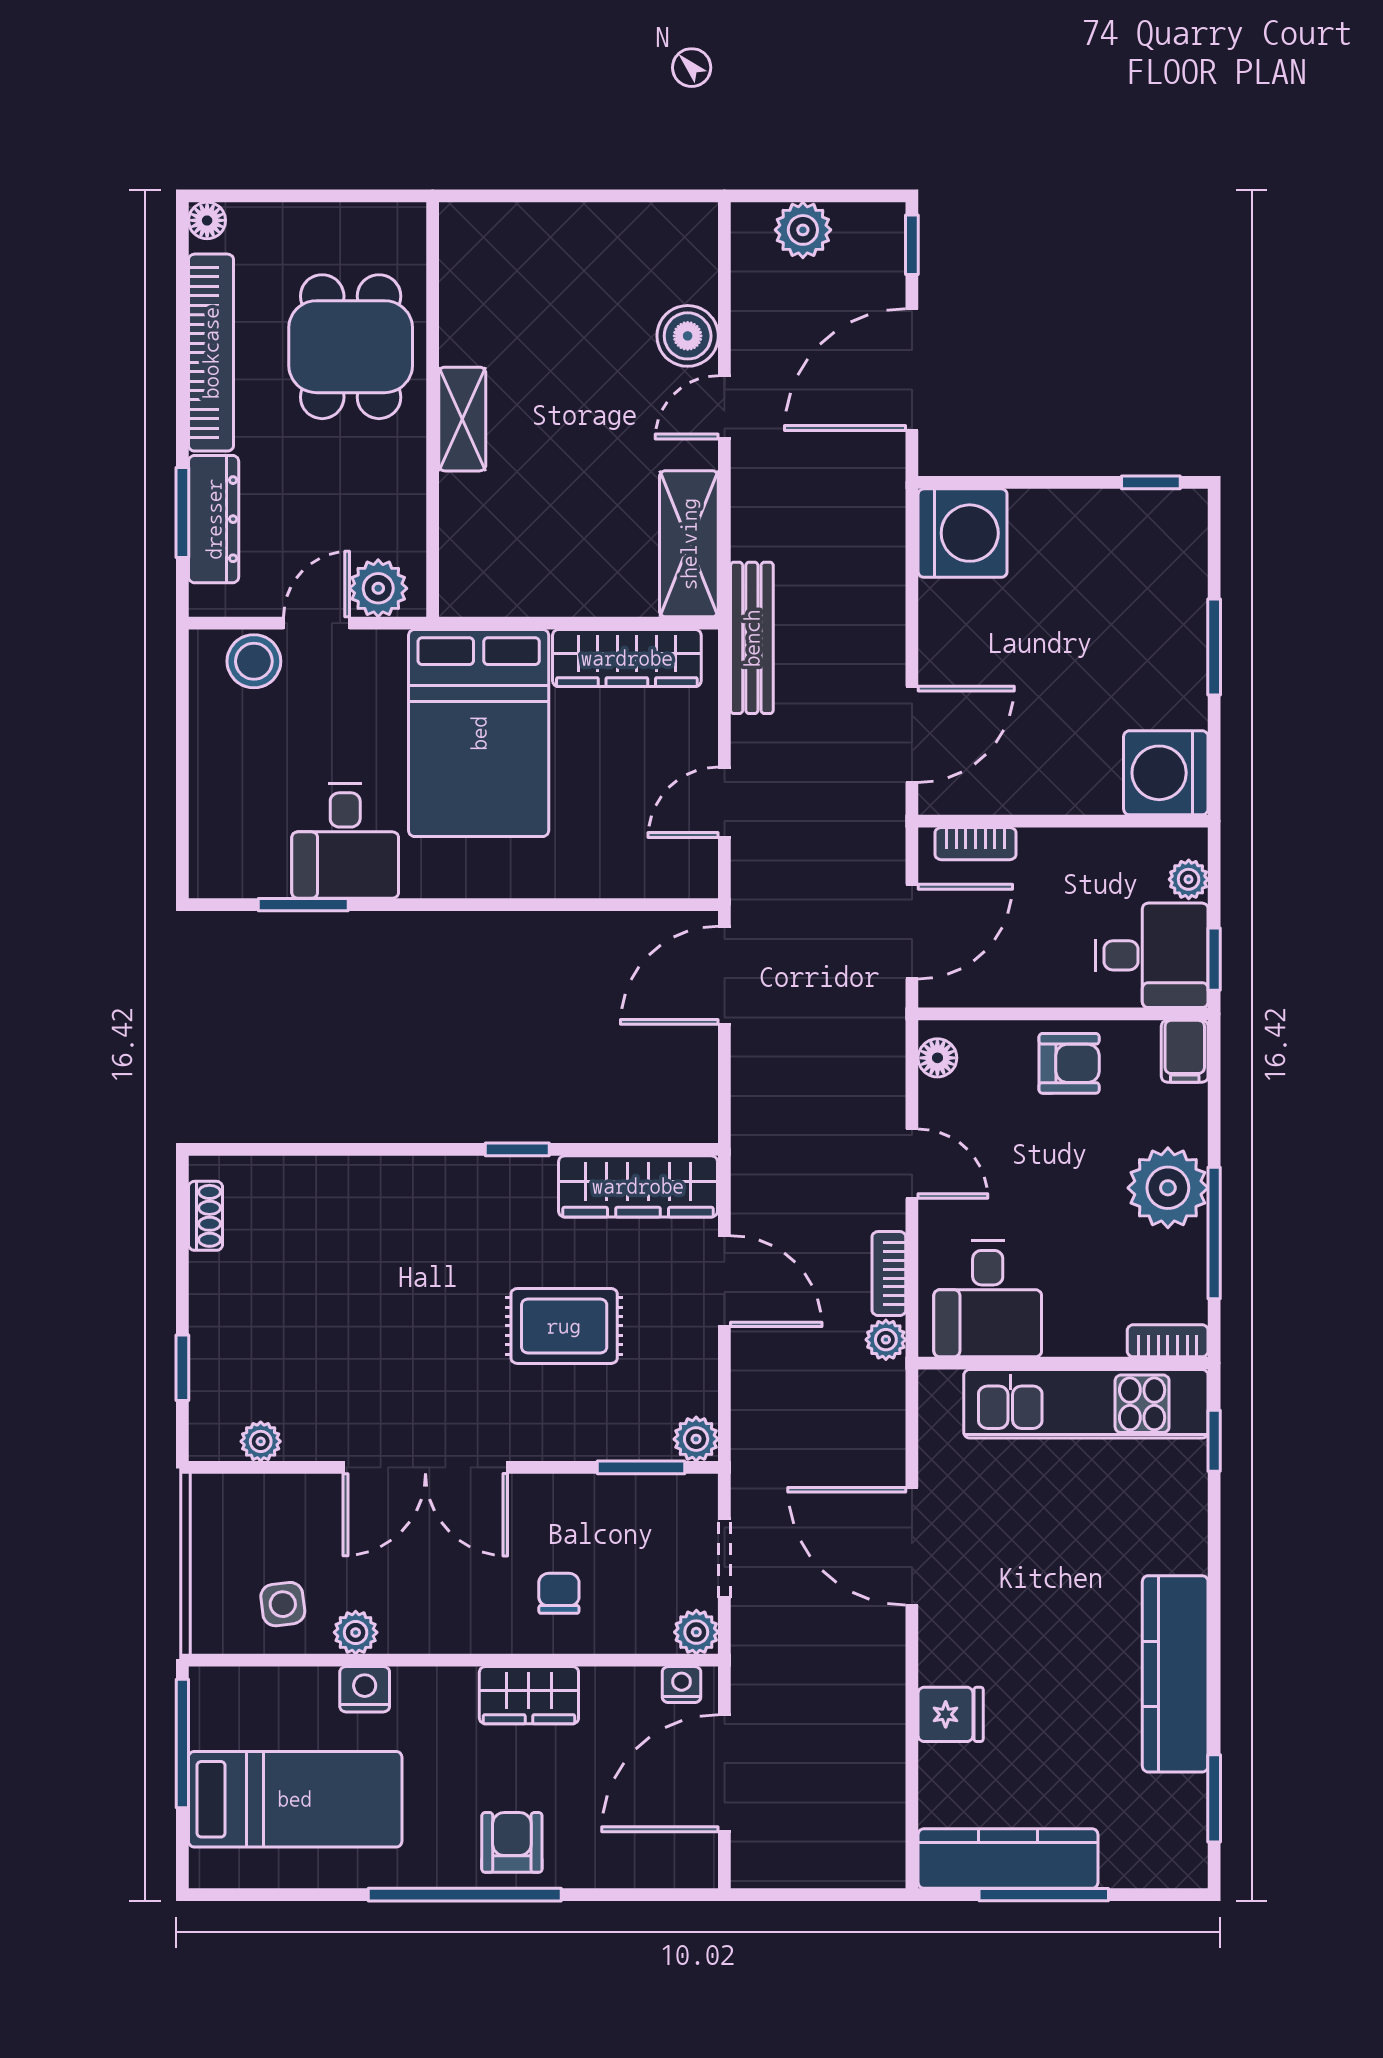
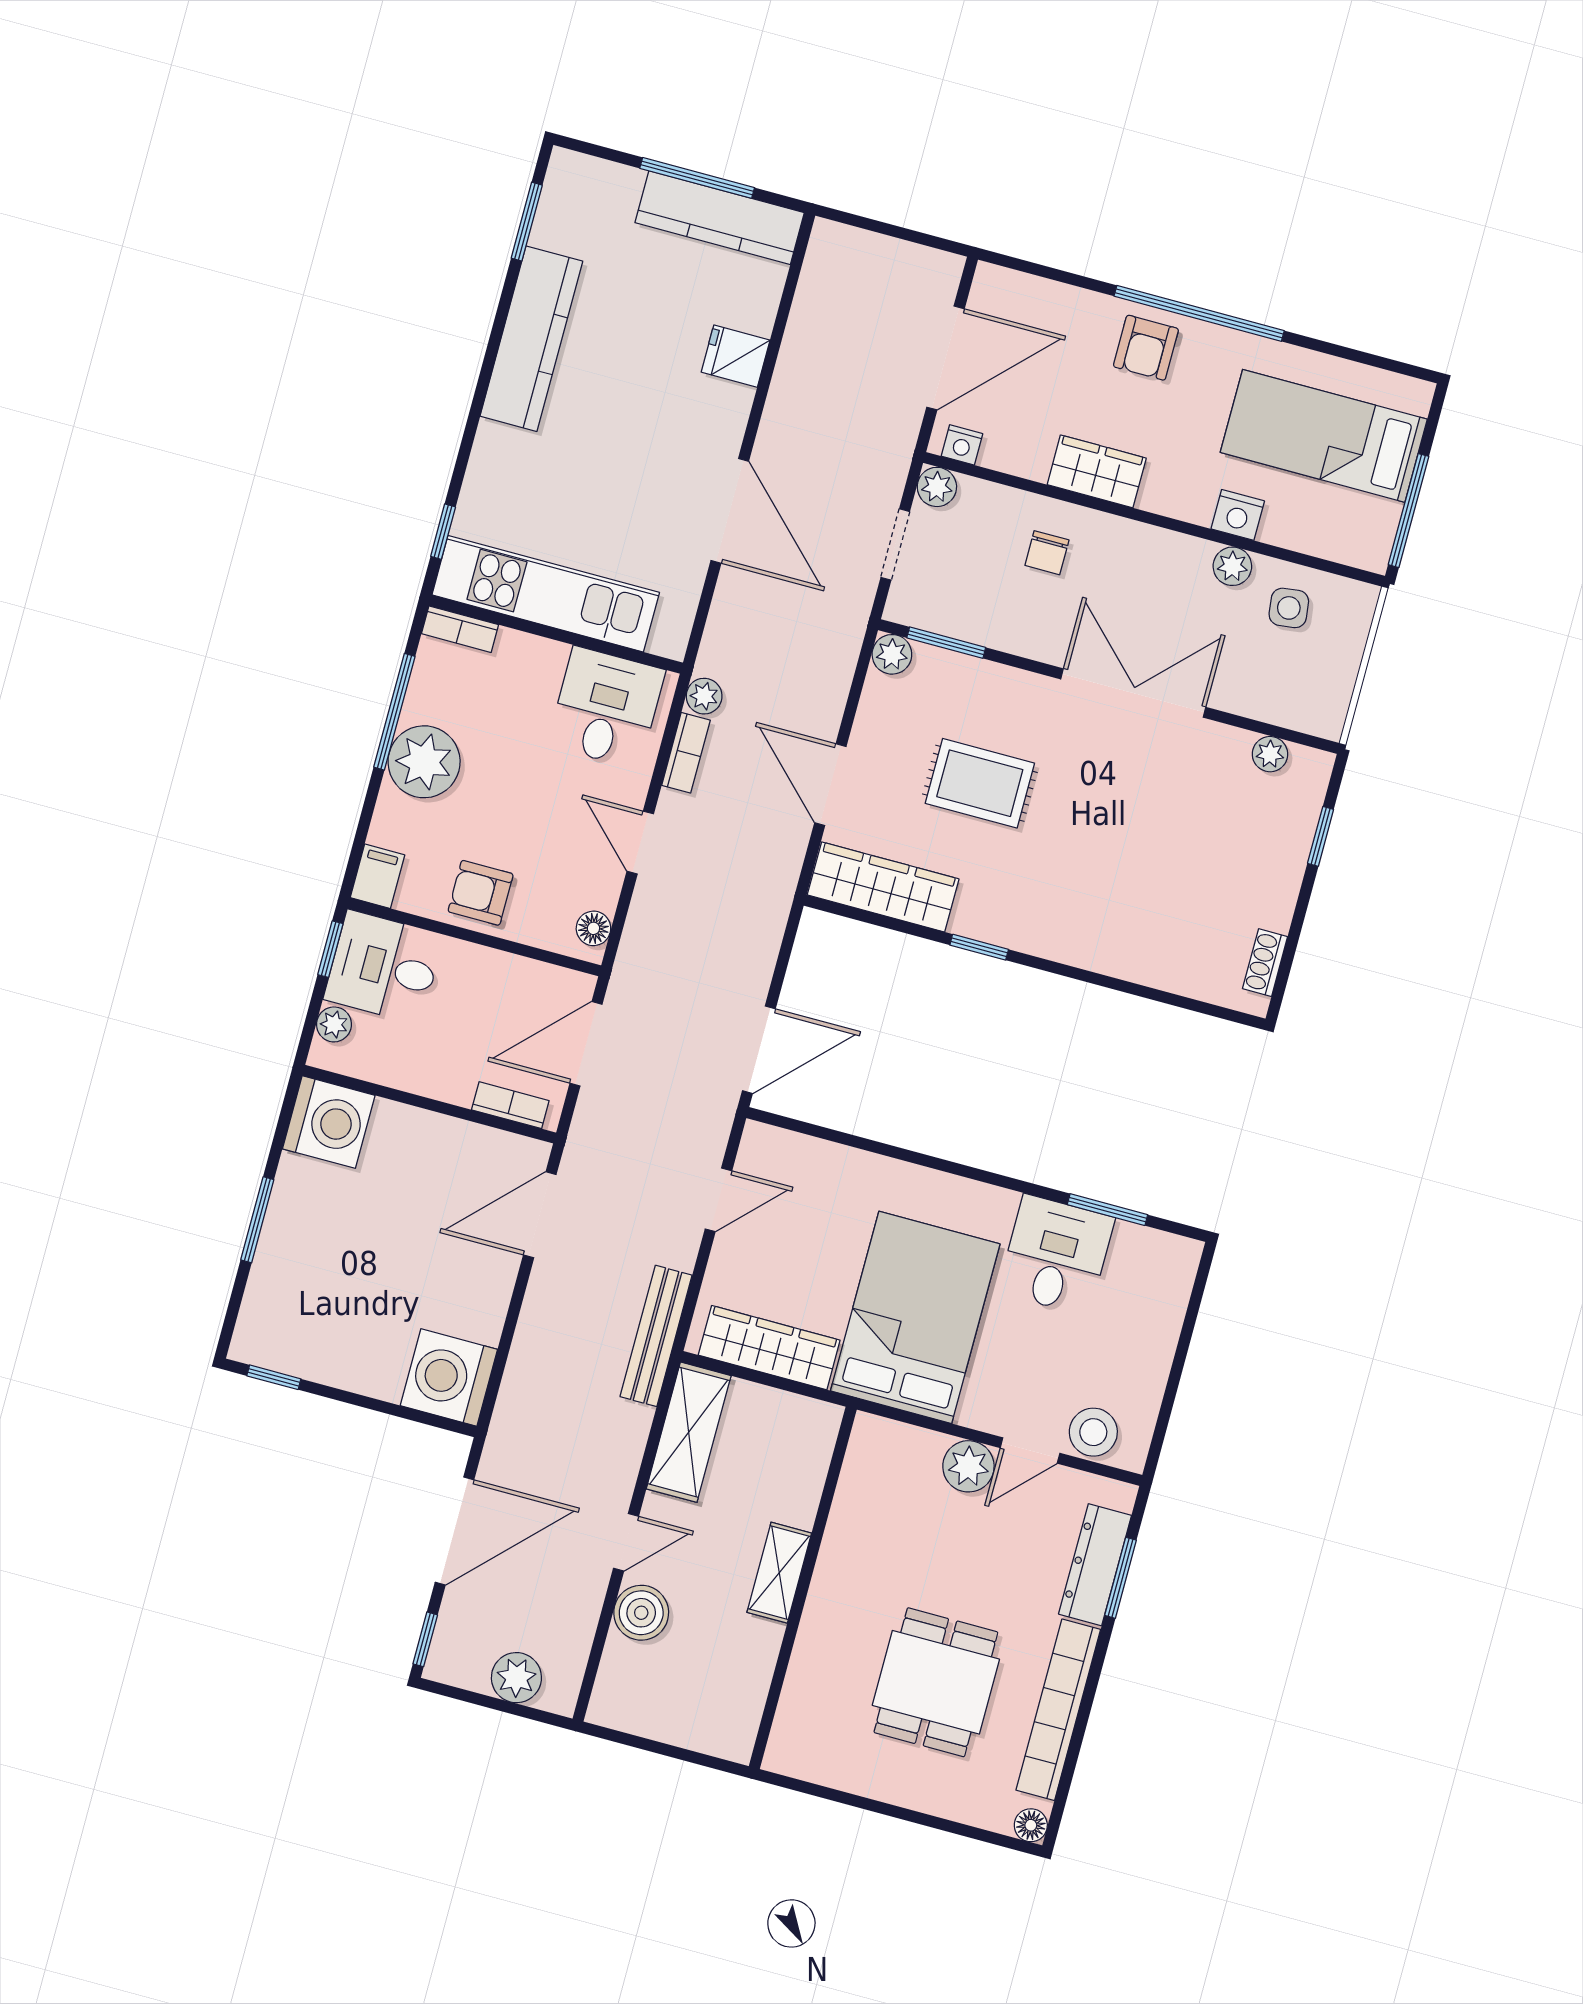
wall: (433, 409) -> (803, 1588), moved
shelving: (462, 419) -> (779, 1573), moved

